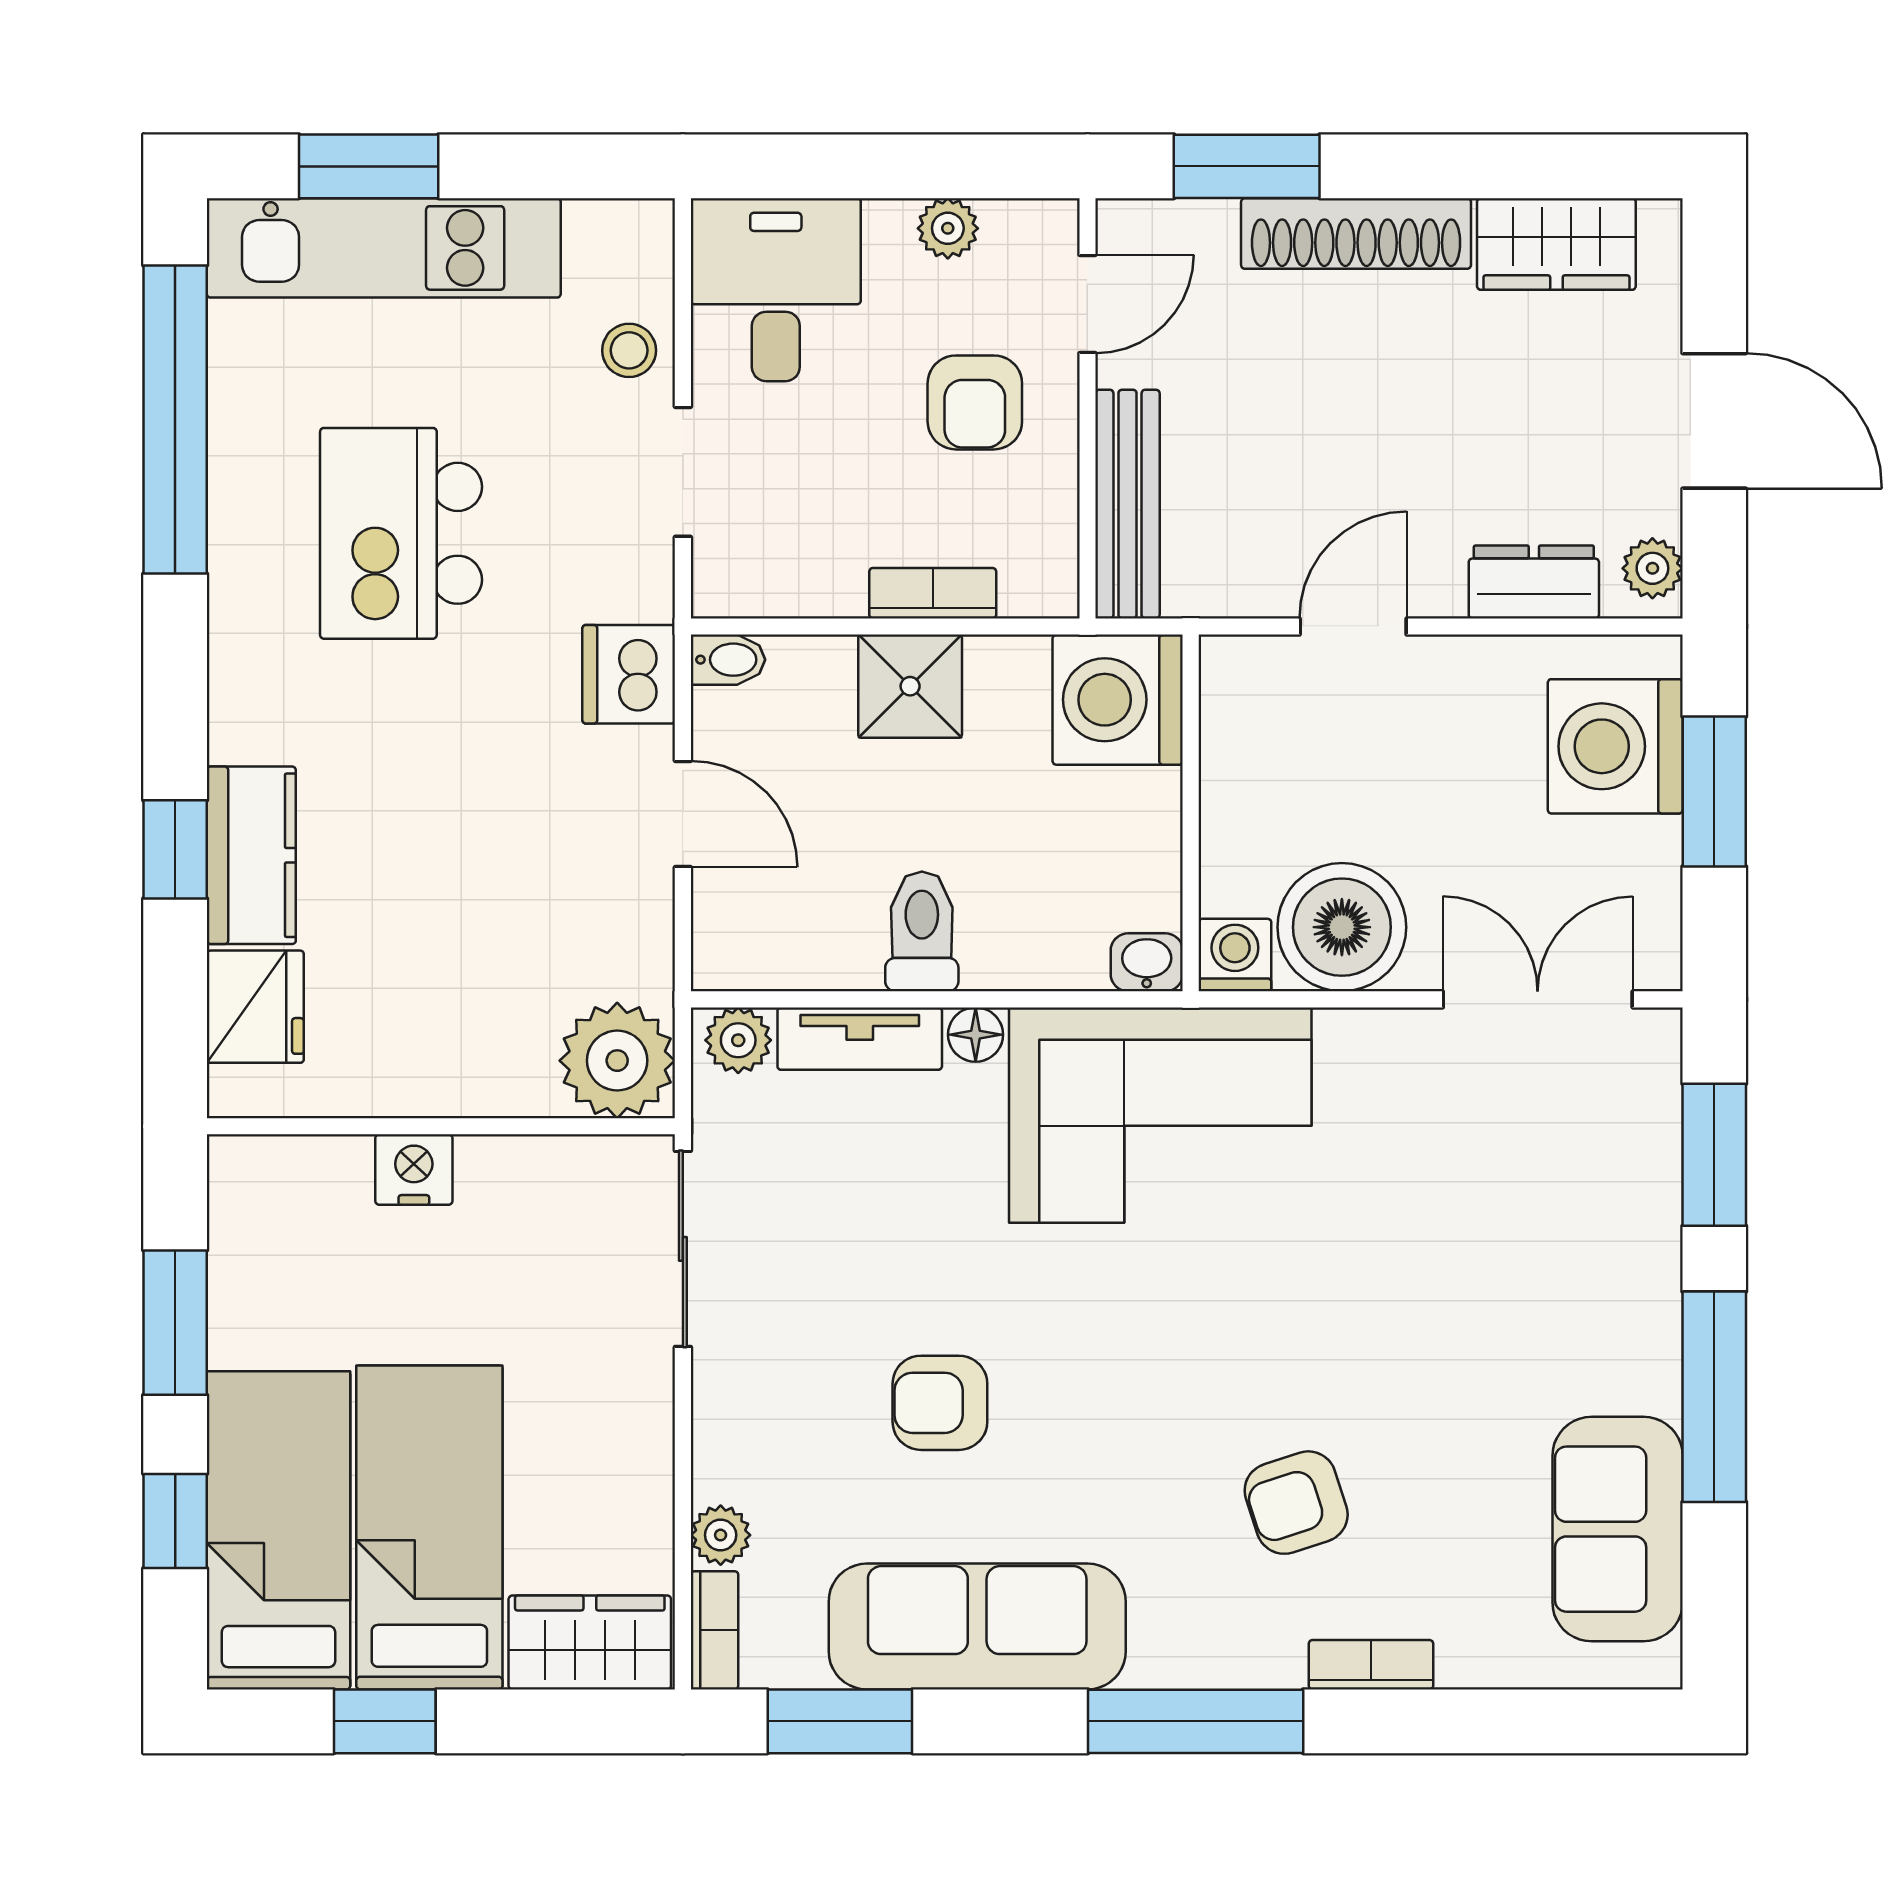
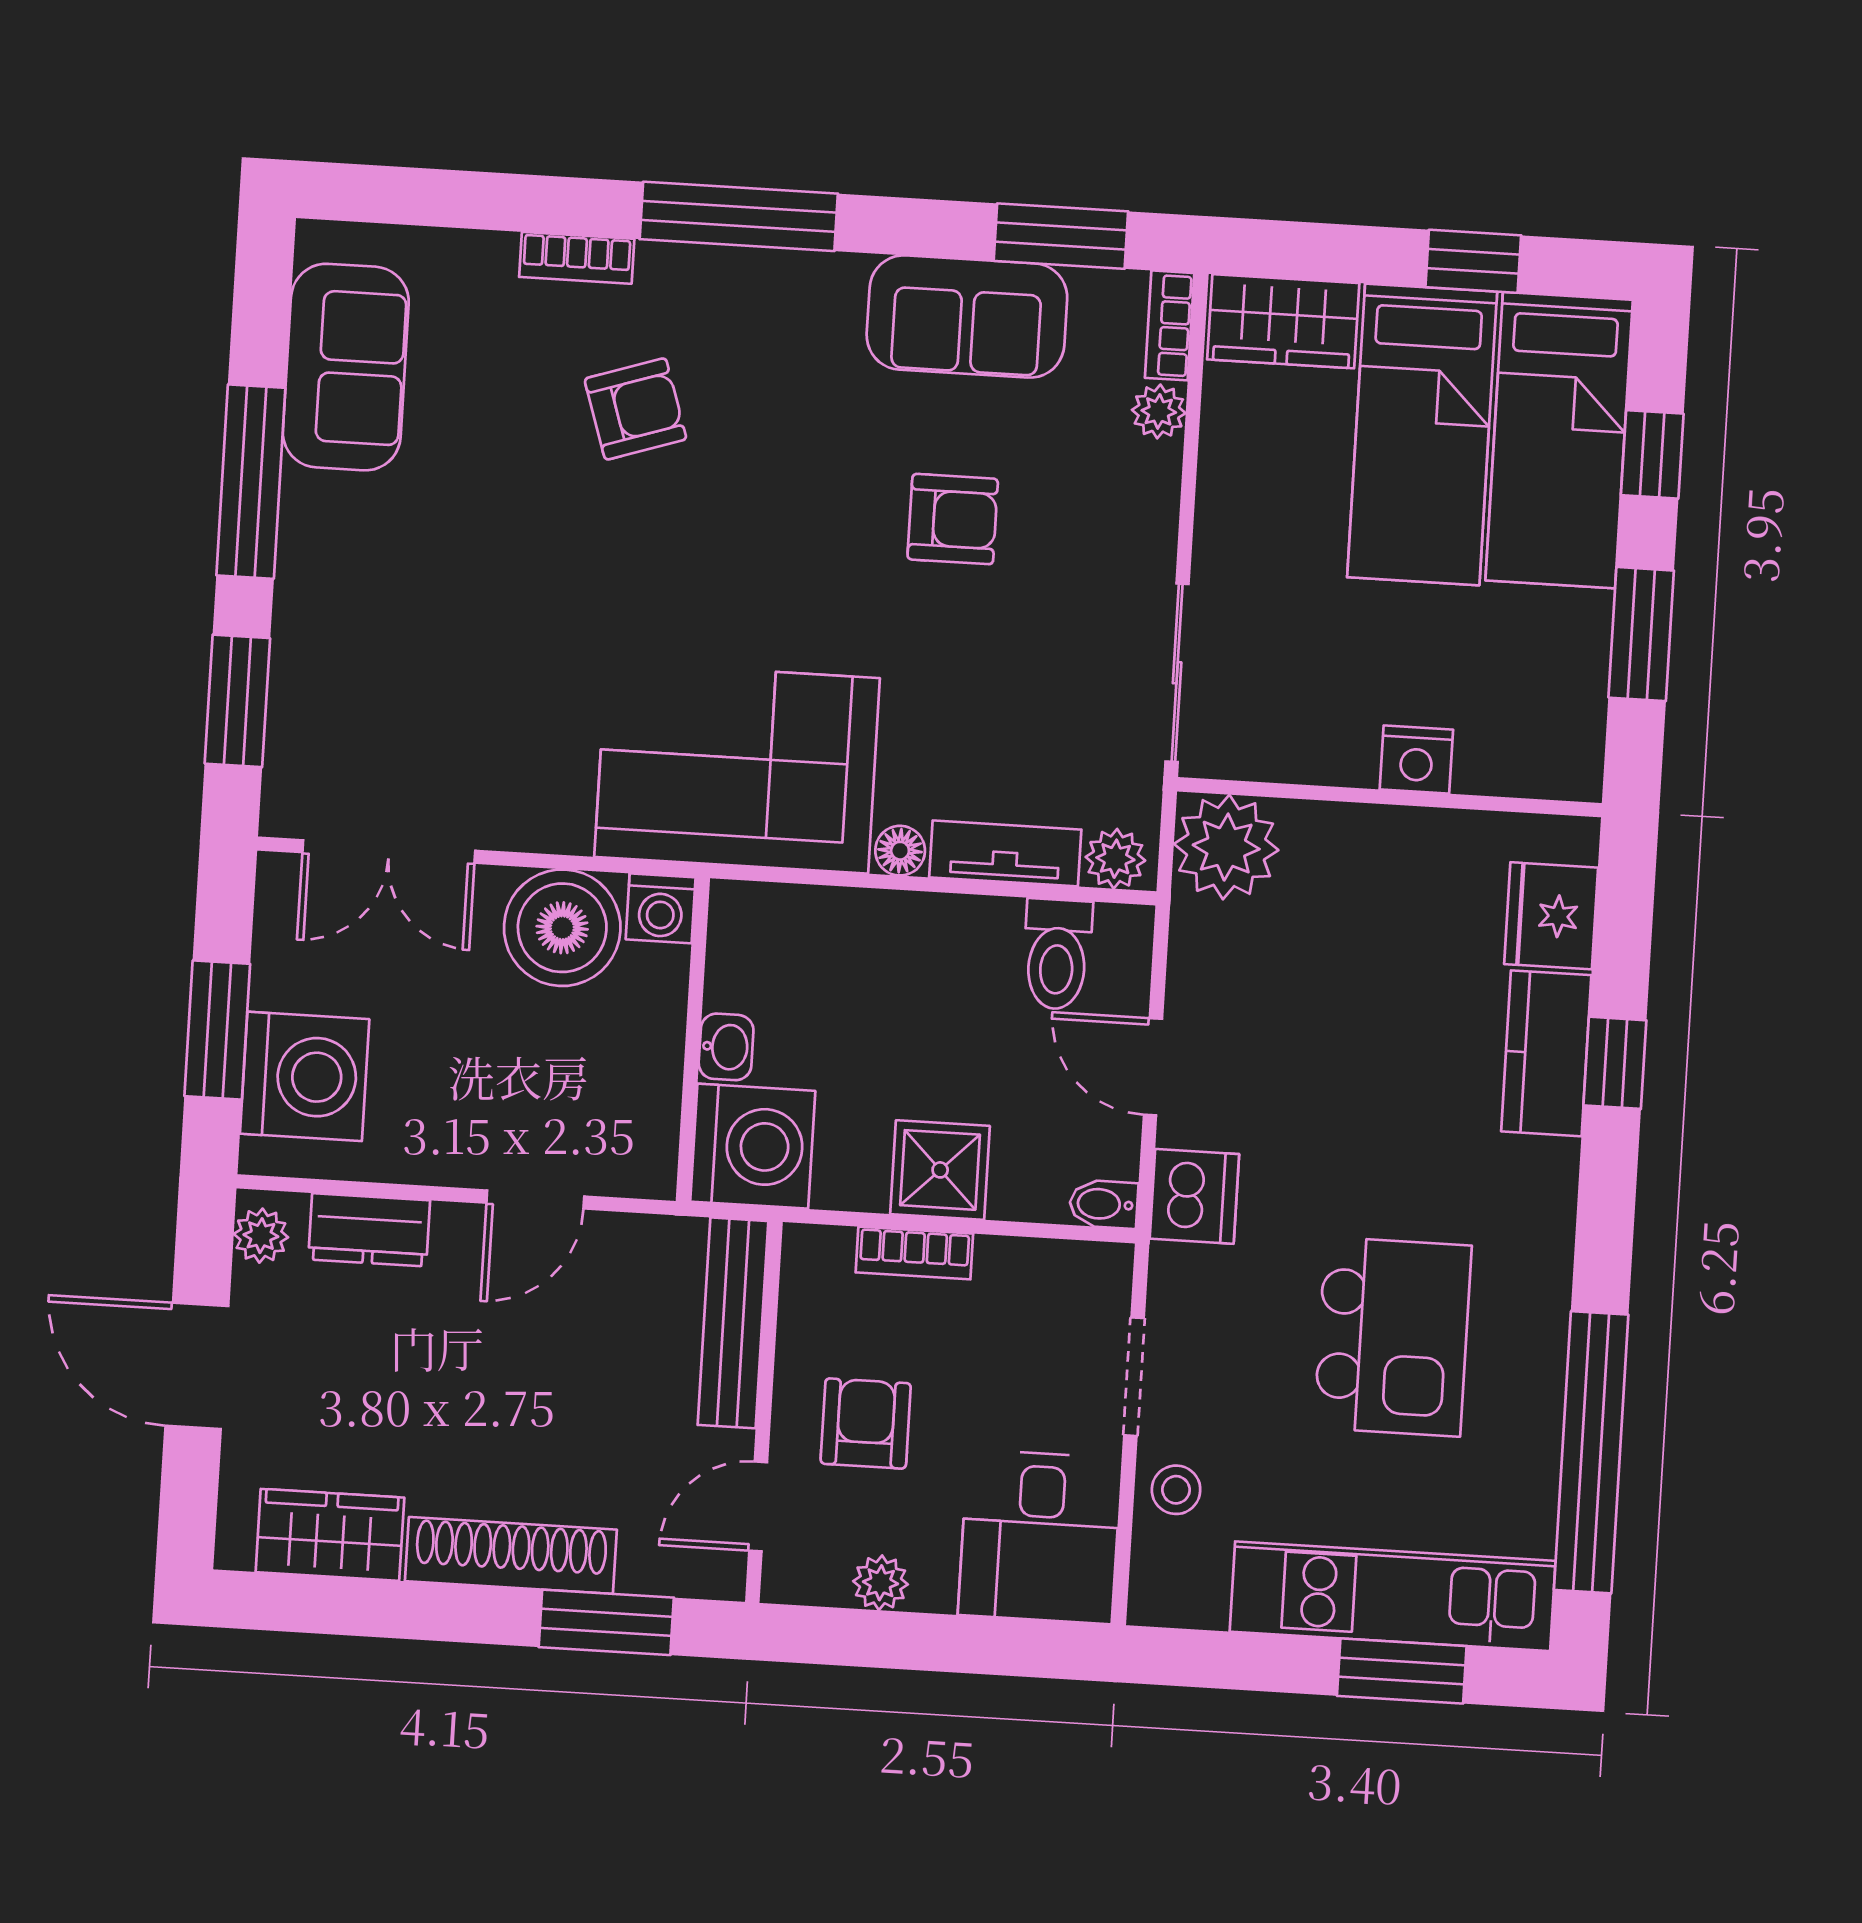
toilet: (922, 931) -> (1057, 954), moved
washbasin: (1147, 962) -> (726, 1047), moved, turned -90
sofa: (977, 1627) -> (967, 317), width x0.73

